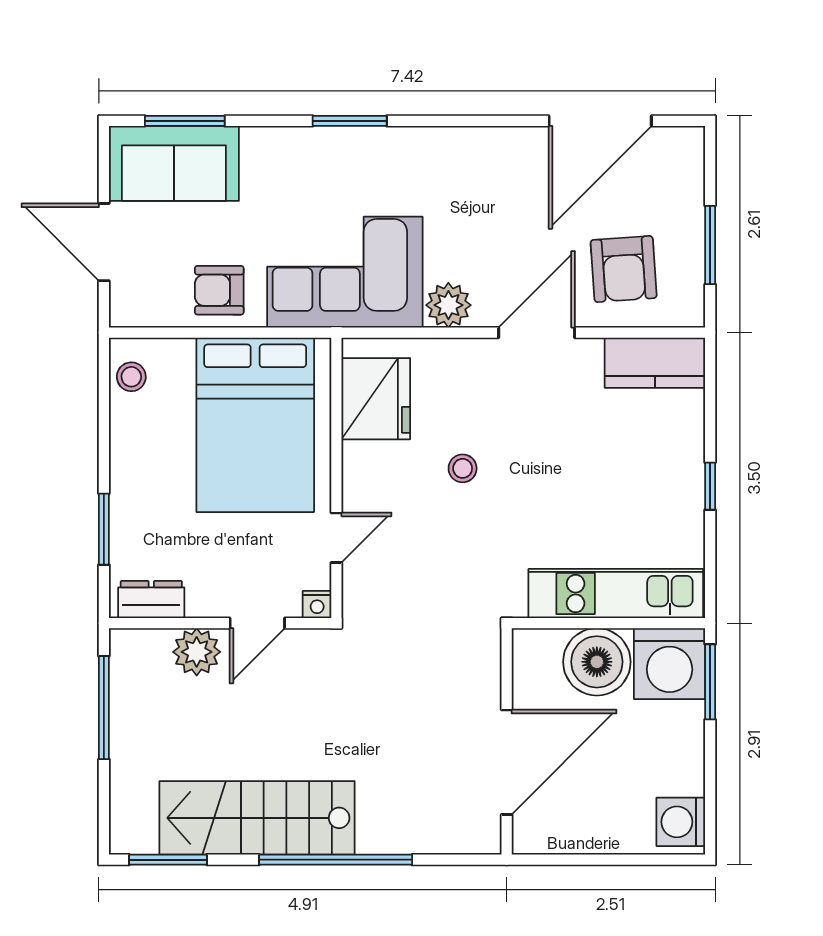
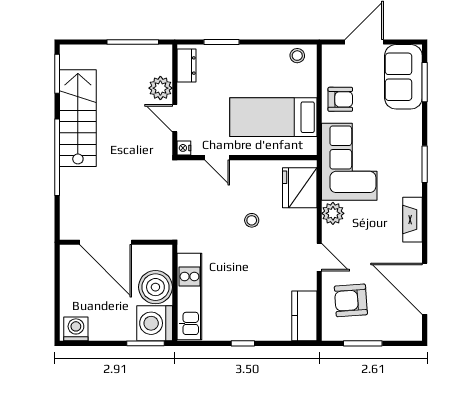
fireplace: (461, 145) -> (412, 220), added
armchair: (219, 290) -> (340, 99), turned 90
door: (537, 333) -> (319, 257), width x0.73
fridge: (376, 399) -> (300, 188), moved, turned 90
bed: (255, 425) -> (273, 117), width x0.67

